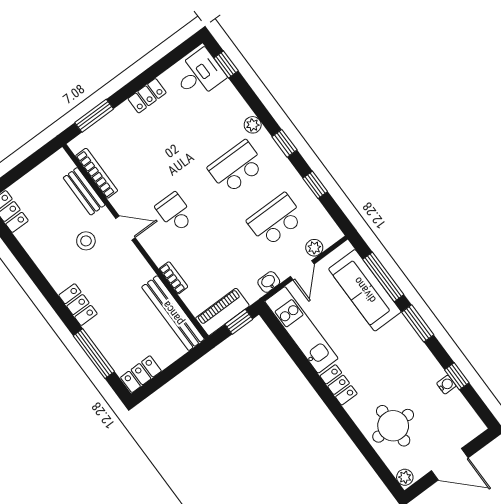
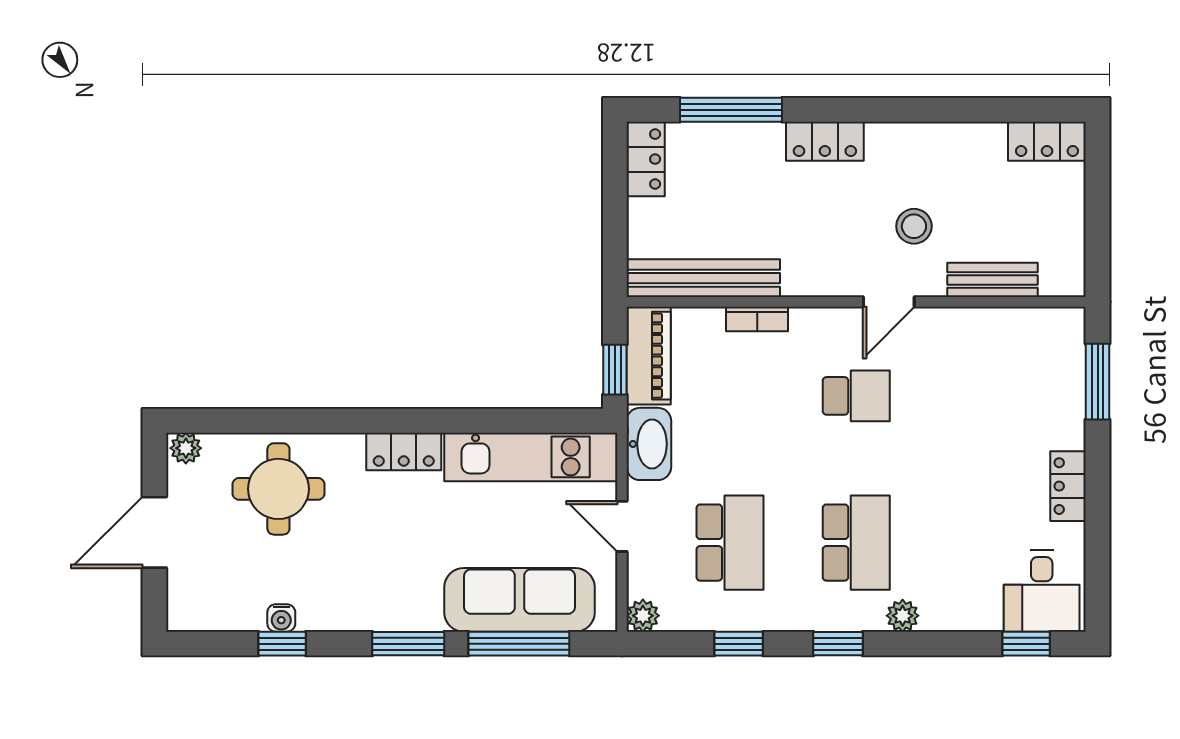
bookcase: (97, 173) -> (1006, 320), removed
plant: (314, 248) -> (643, 616), moved
washbasin: (269, 282) -> (649, 444), width x1.91, depth x1.45

